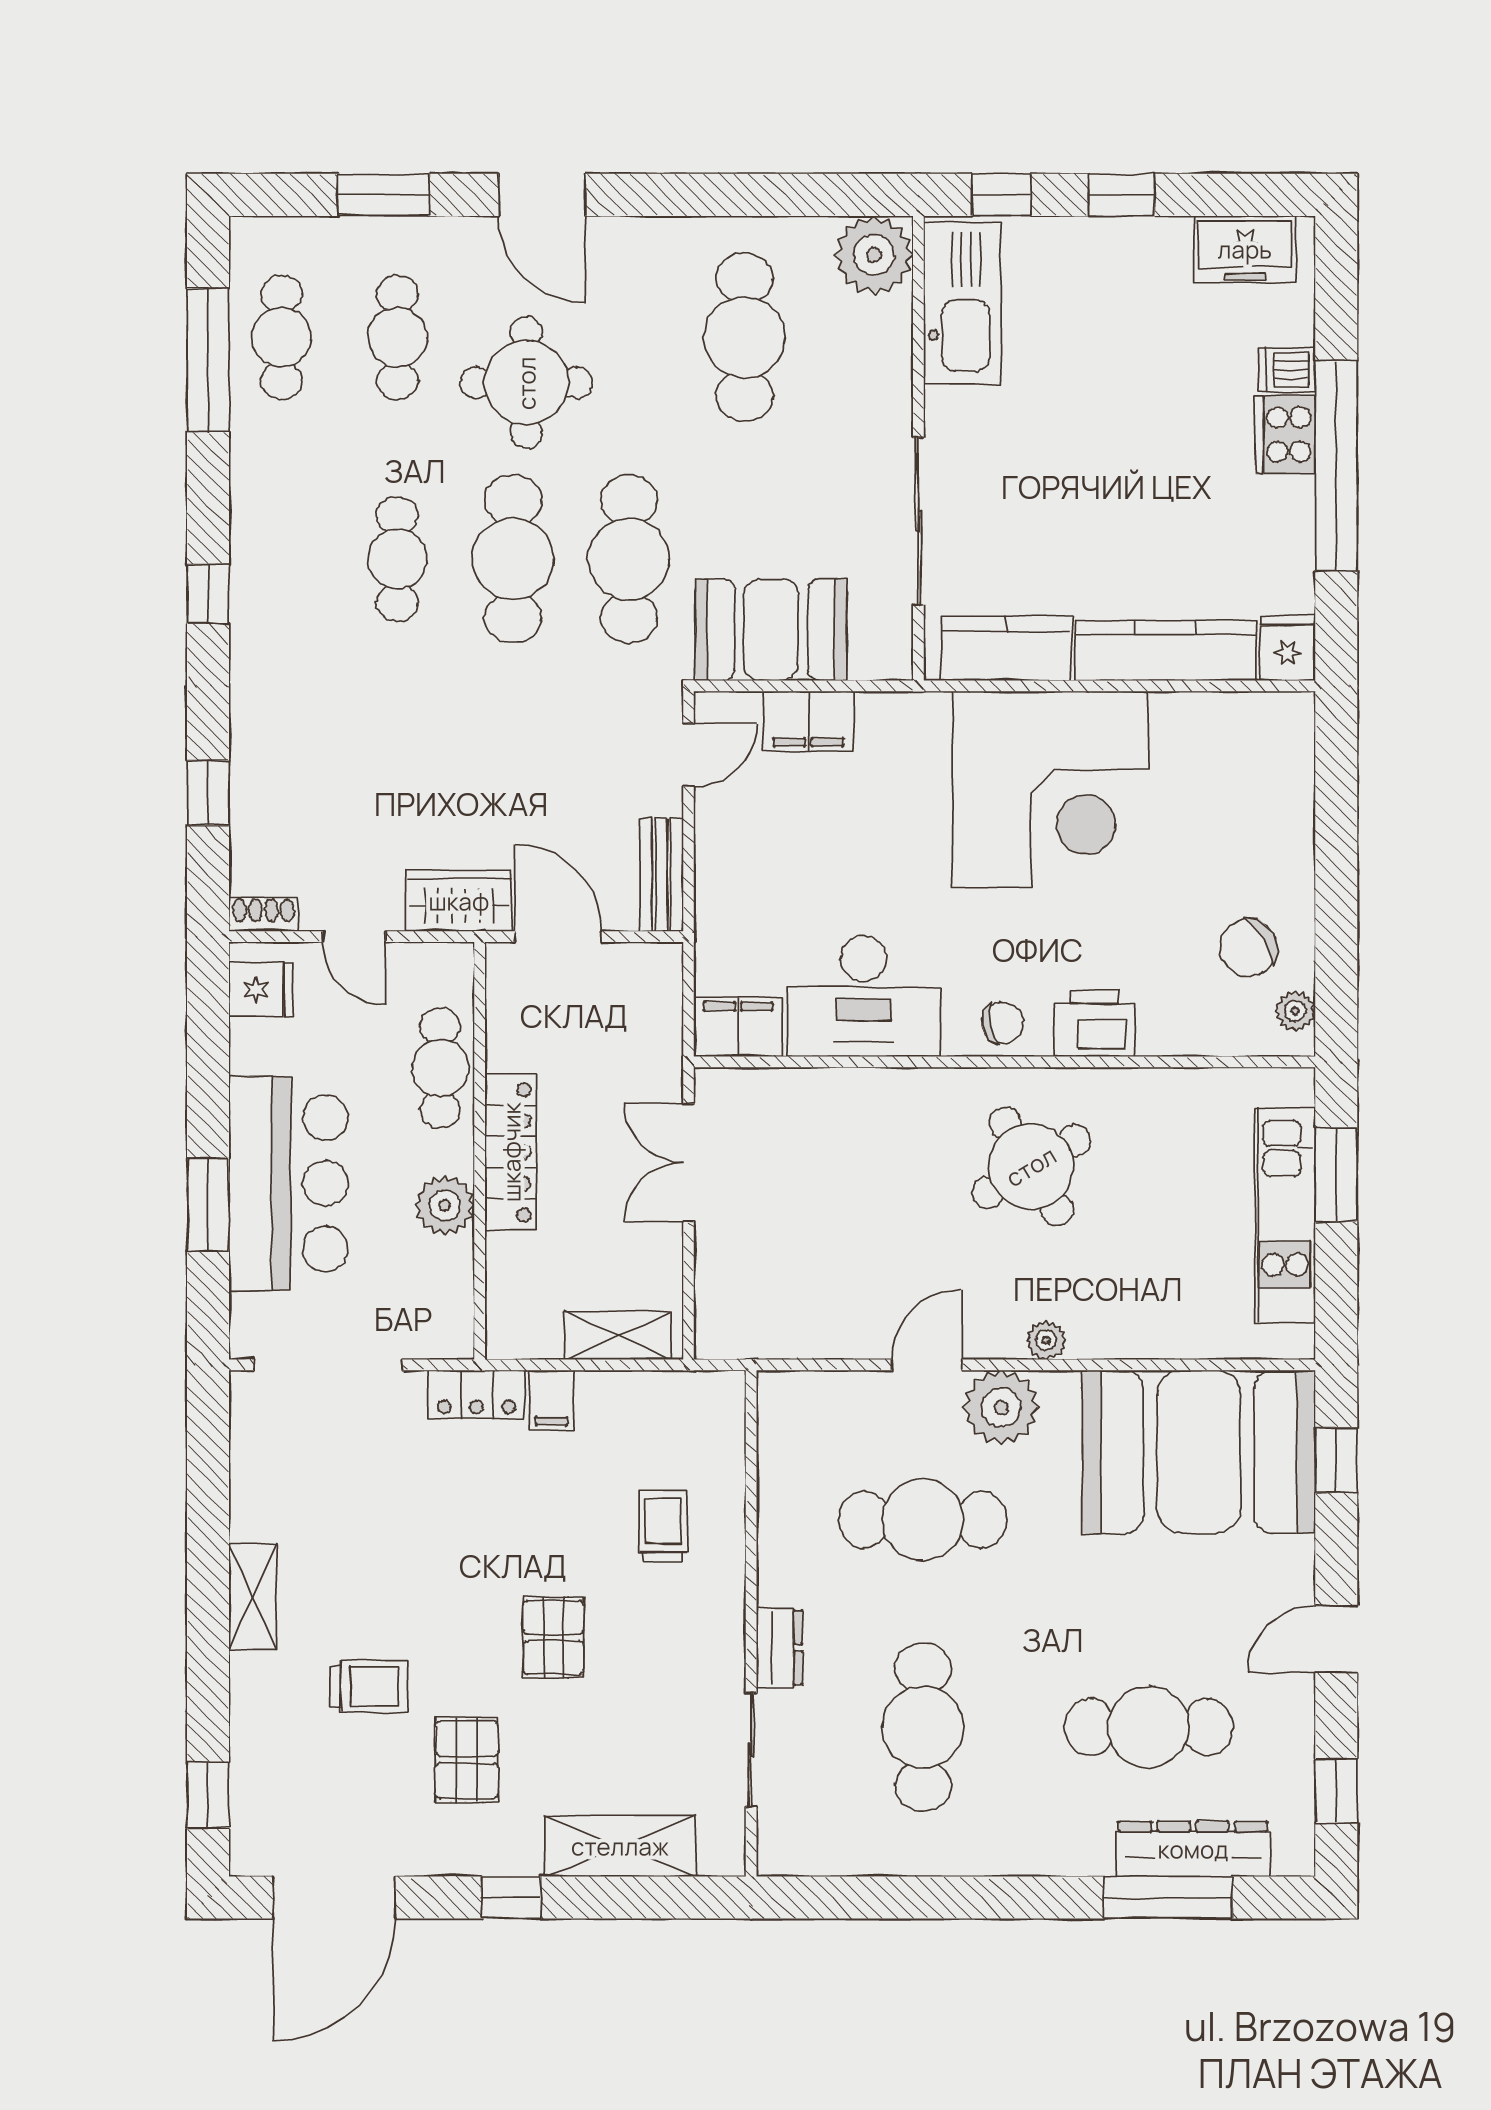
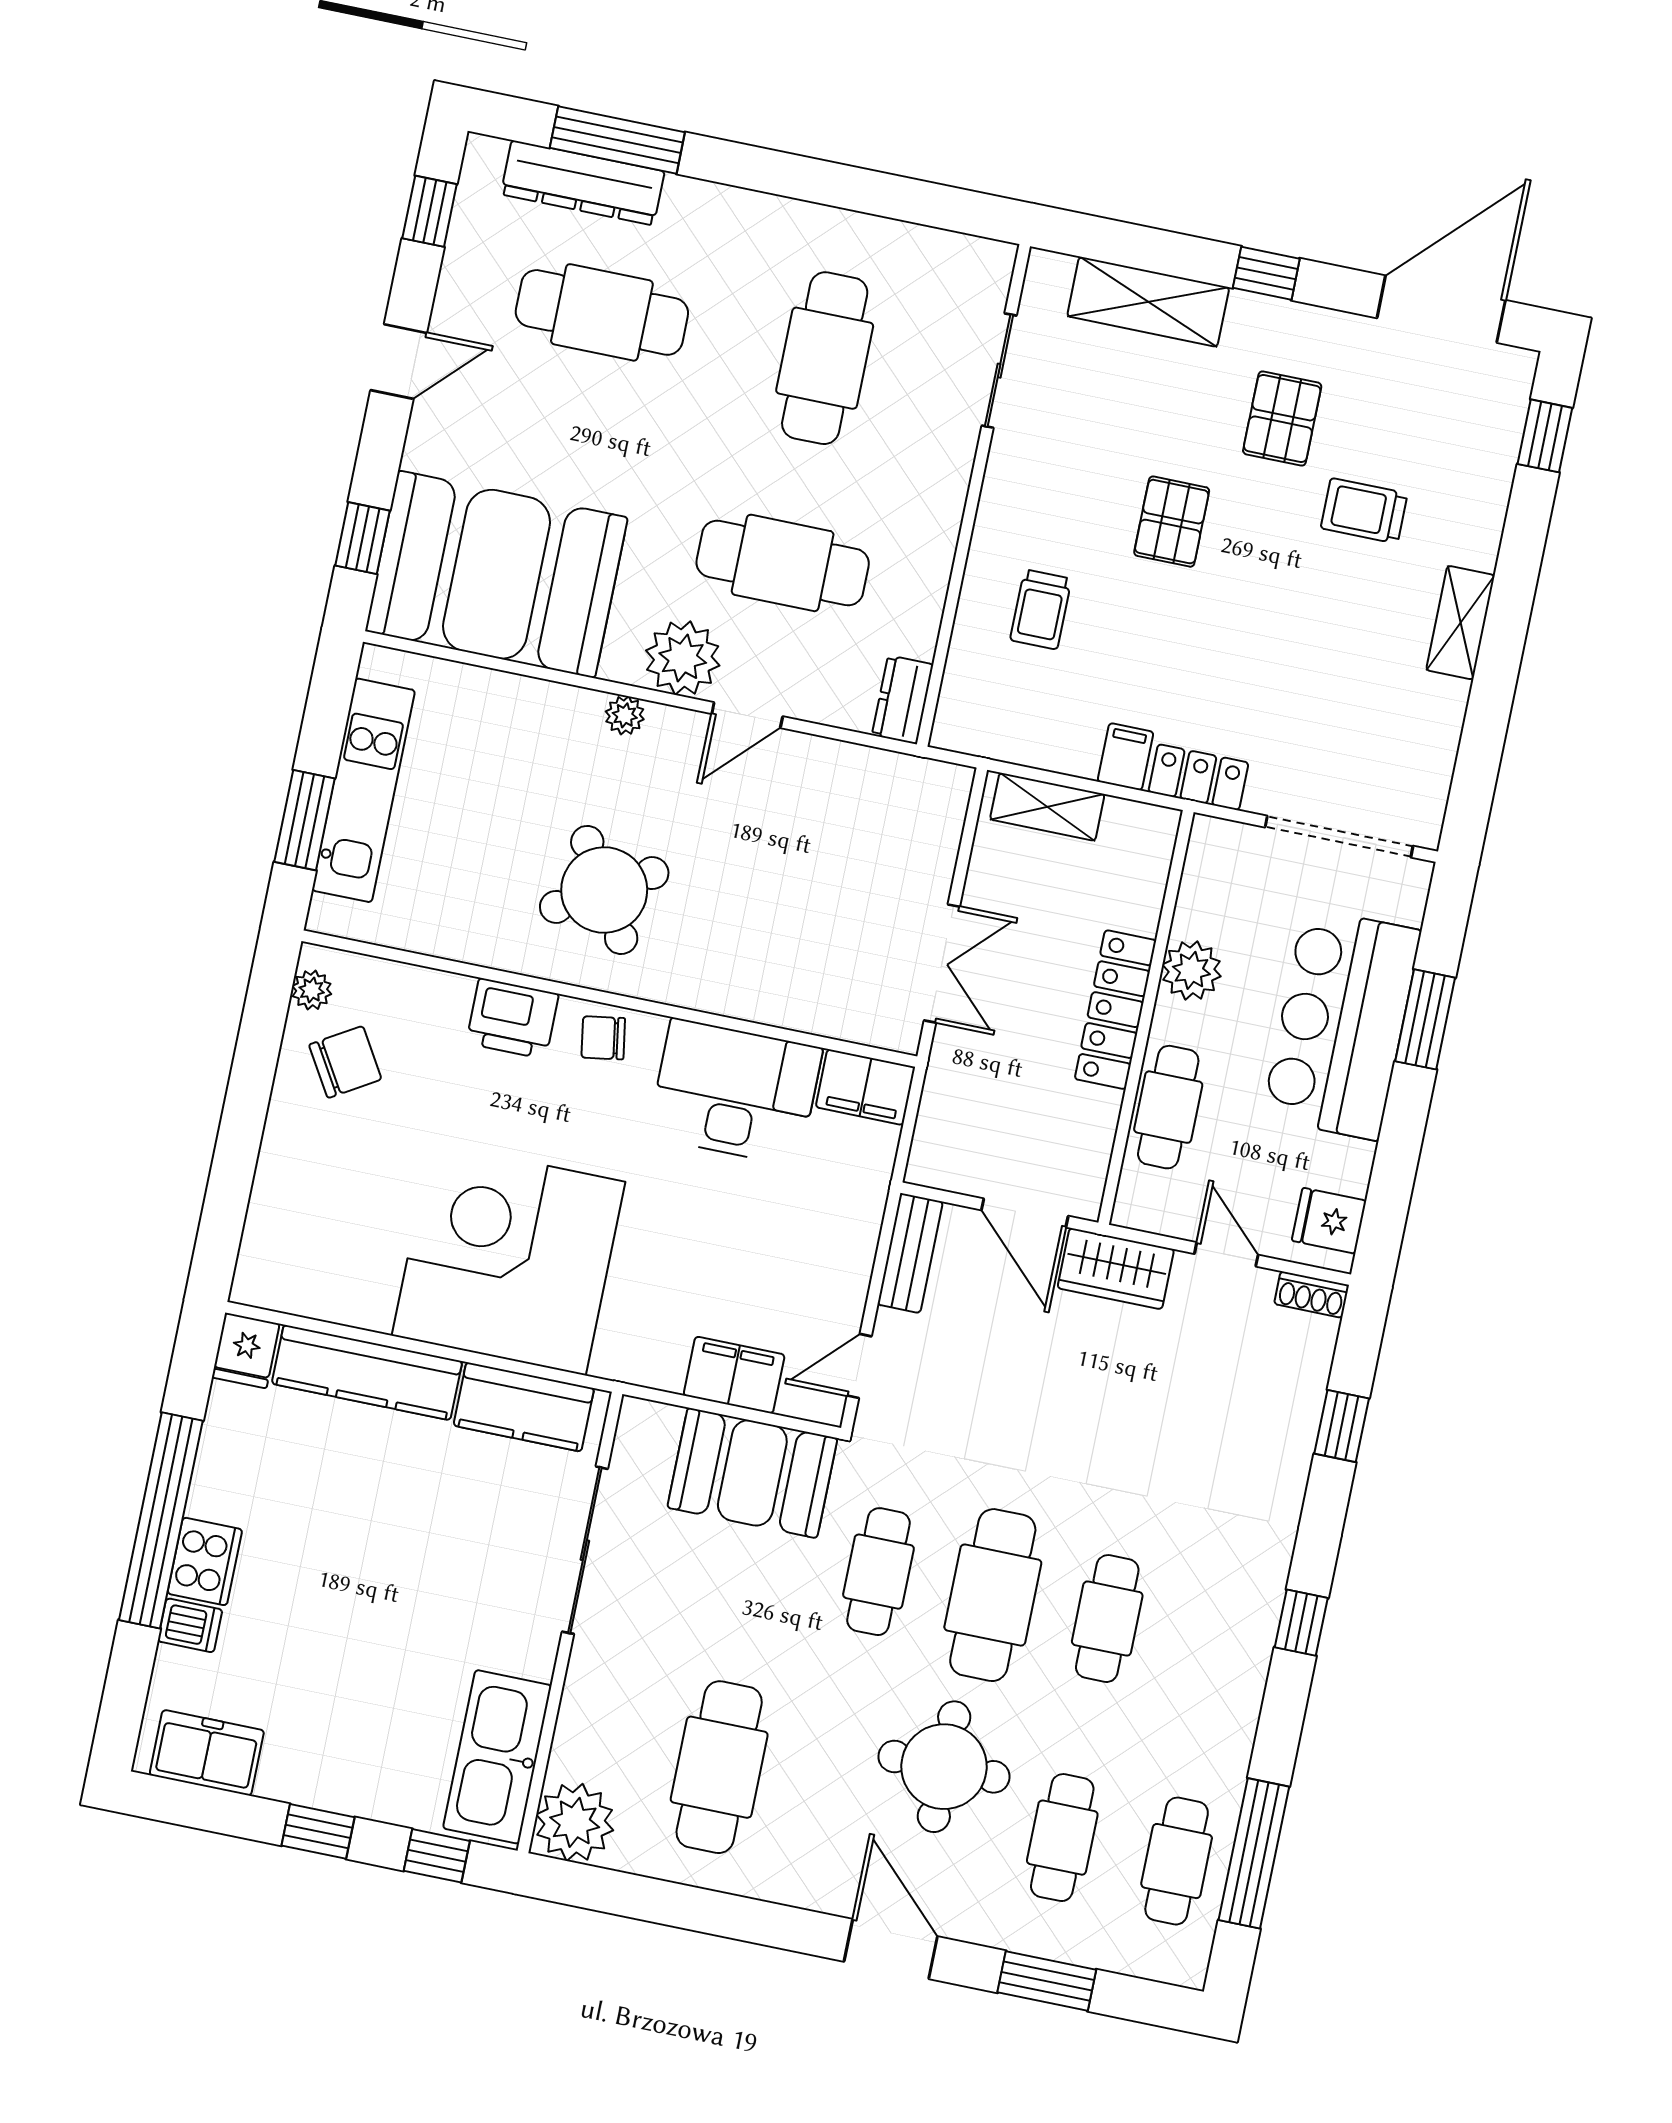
cafe table: (629, 559) -> (878, 1572), width x0.73, depth x0.74
dresser: (779, 1647) -> (903, 700), moved

